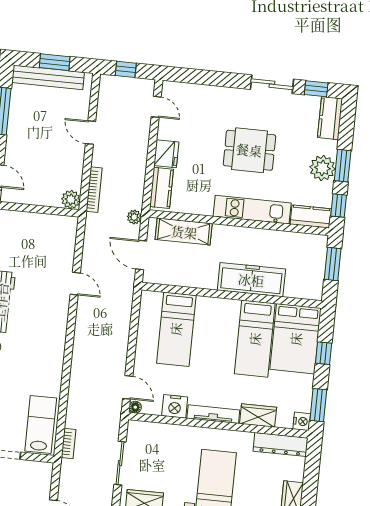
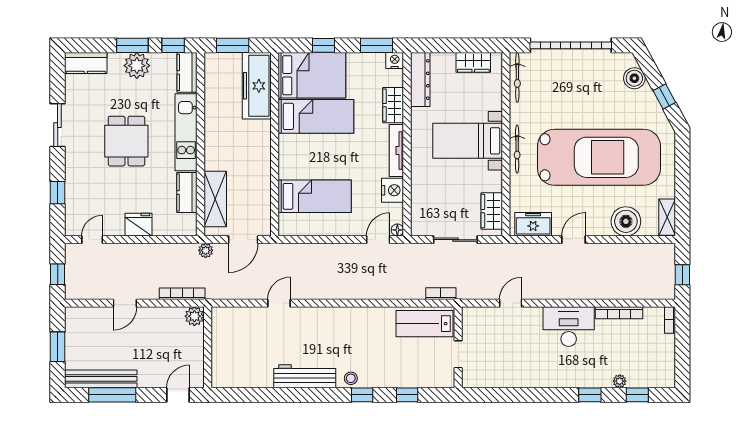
bench: (48, 77) -> (101, 379), moved, turned 90
window: (316, 89) -> (58, 193), moved
kitchen counter: (161, 188) -> (187, 193), moved, turned -90
freezer: (251, 280) -> (257, 86), moved

